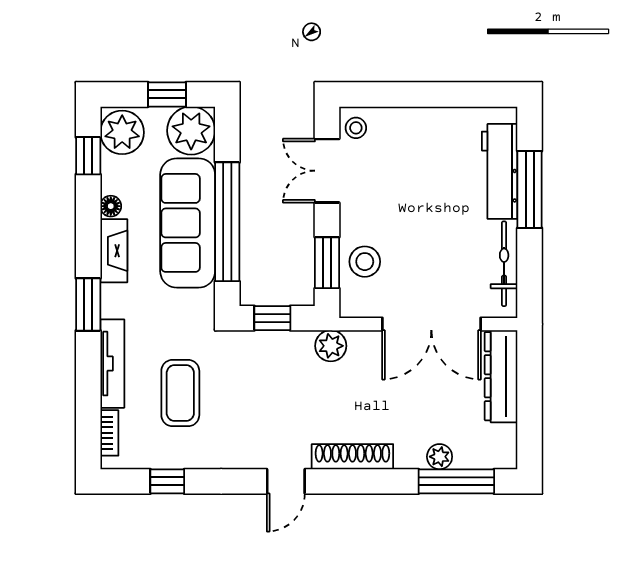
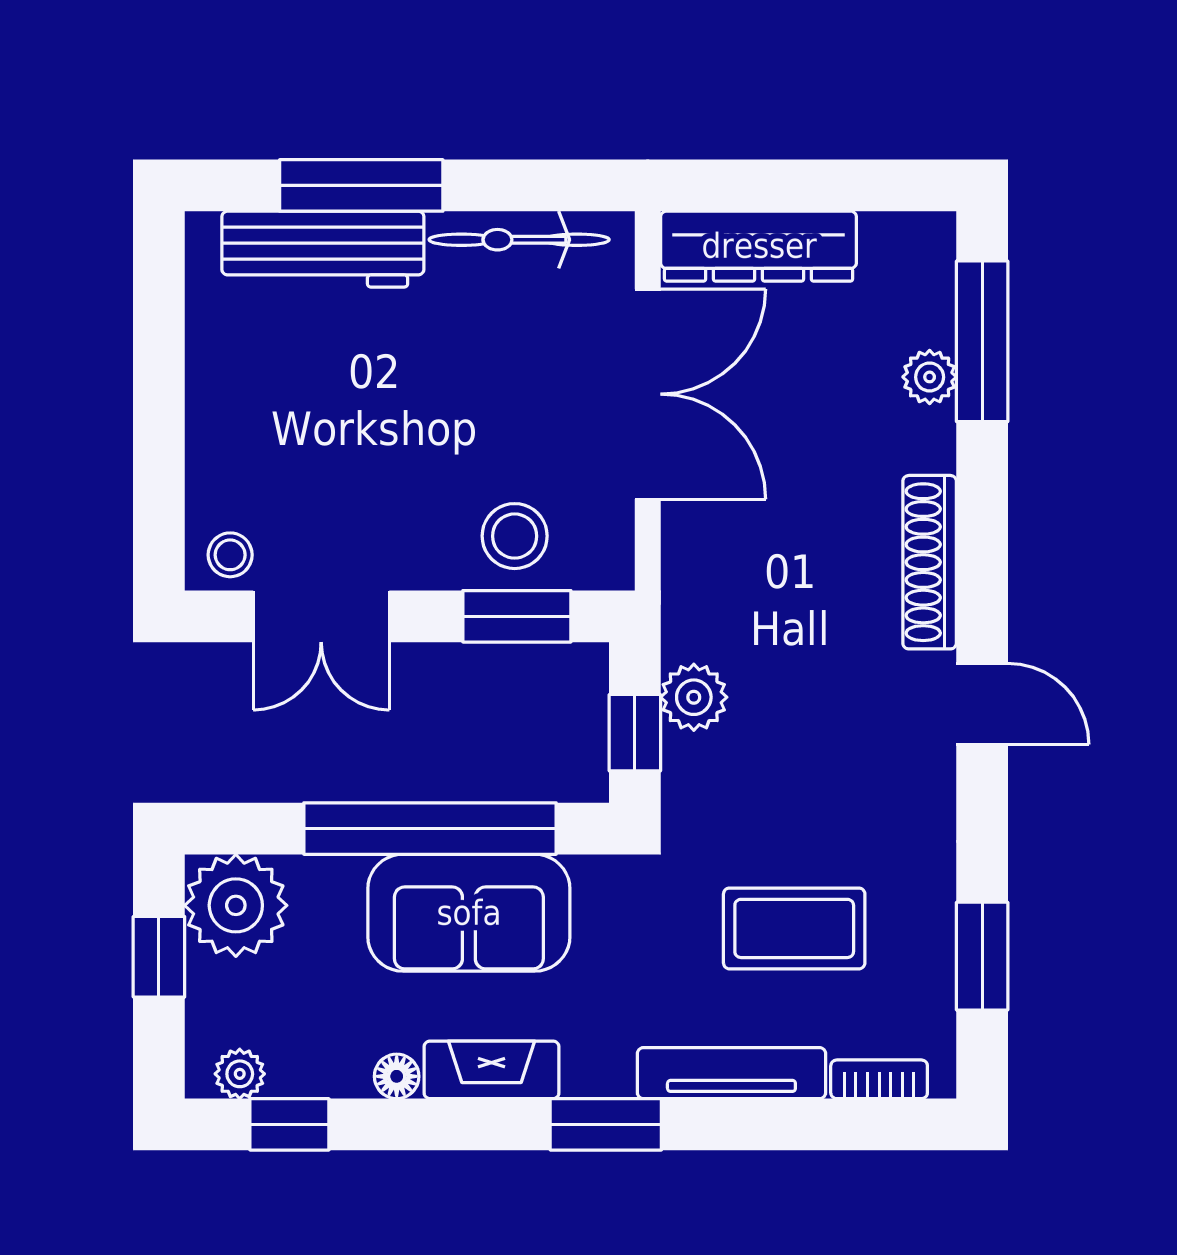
plant: (122, 132) -> (240, 1074), width x0.53, depth x0.53
sofa: (188, 223) -> (469, 913), width x0.73
plant: (331, 346) -> (694, 697), moved
window: (167, 481) -> (982, 956), width x1.50

